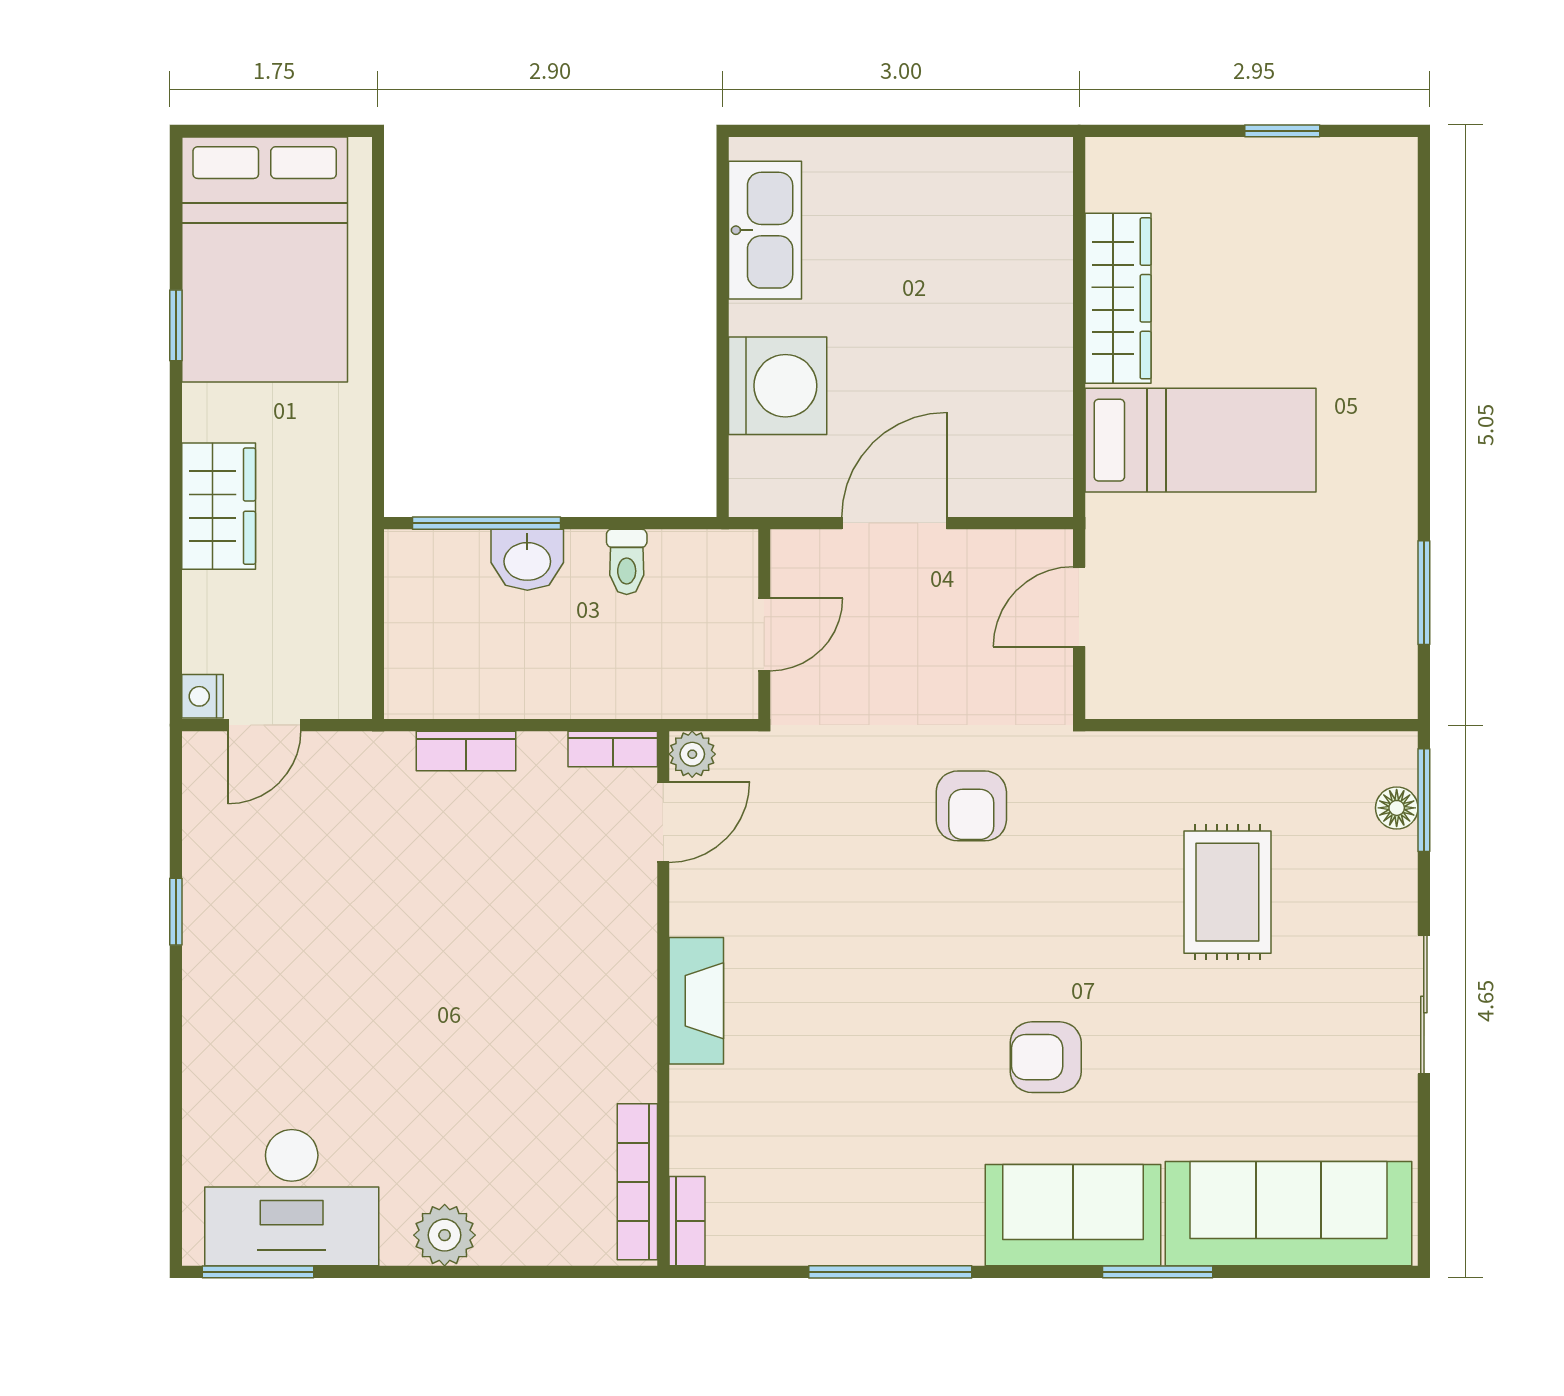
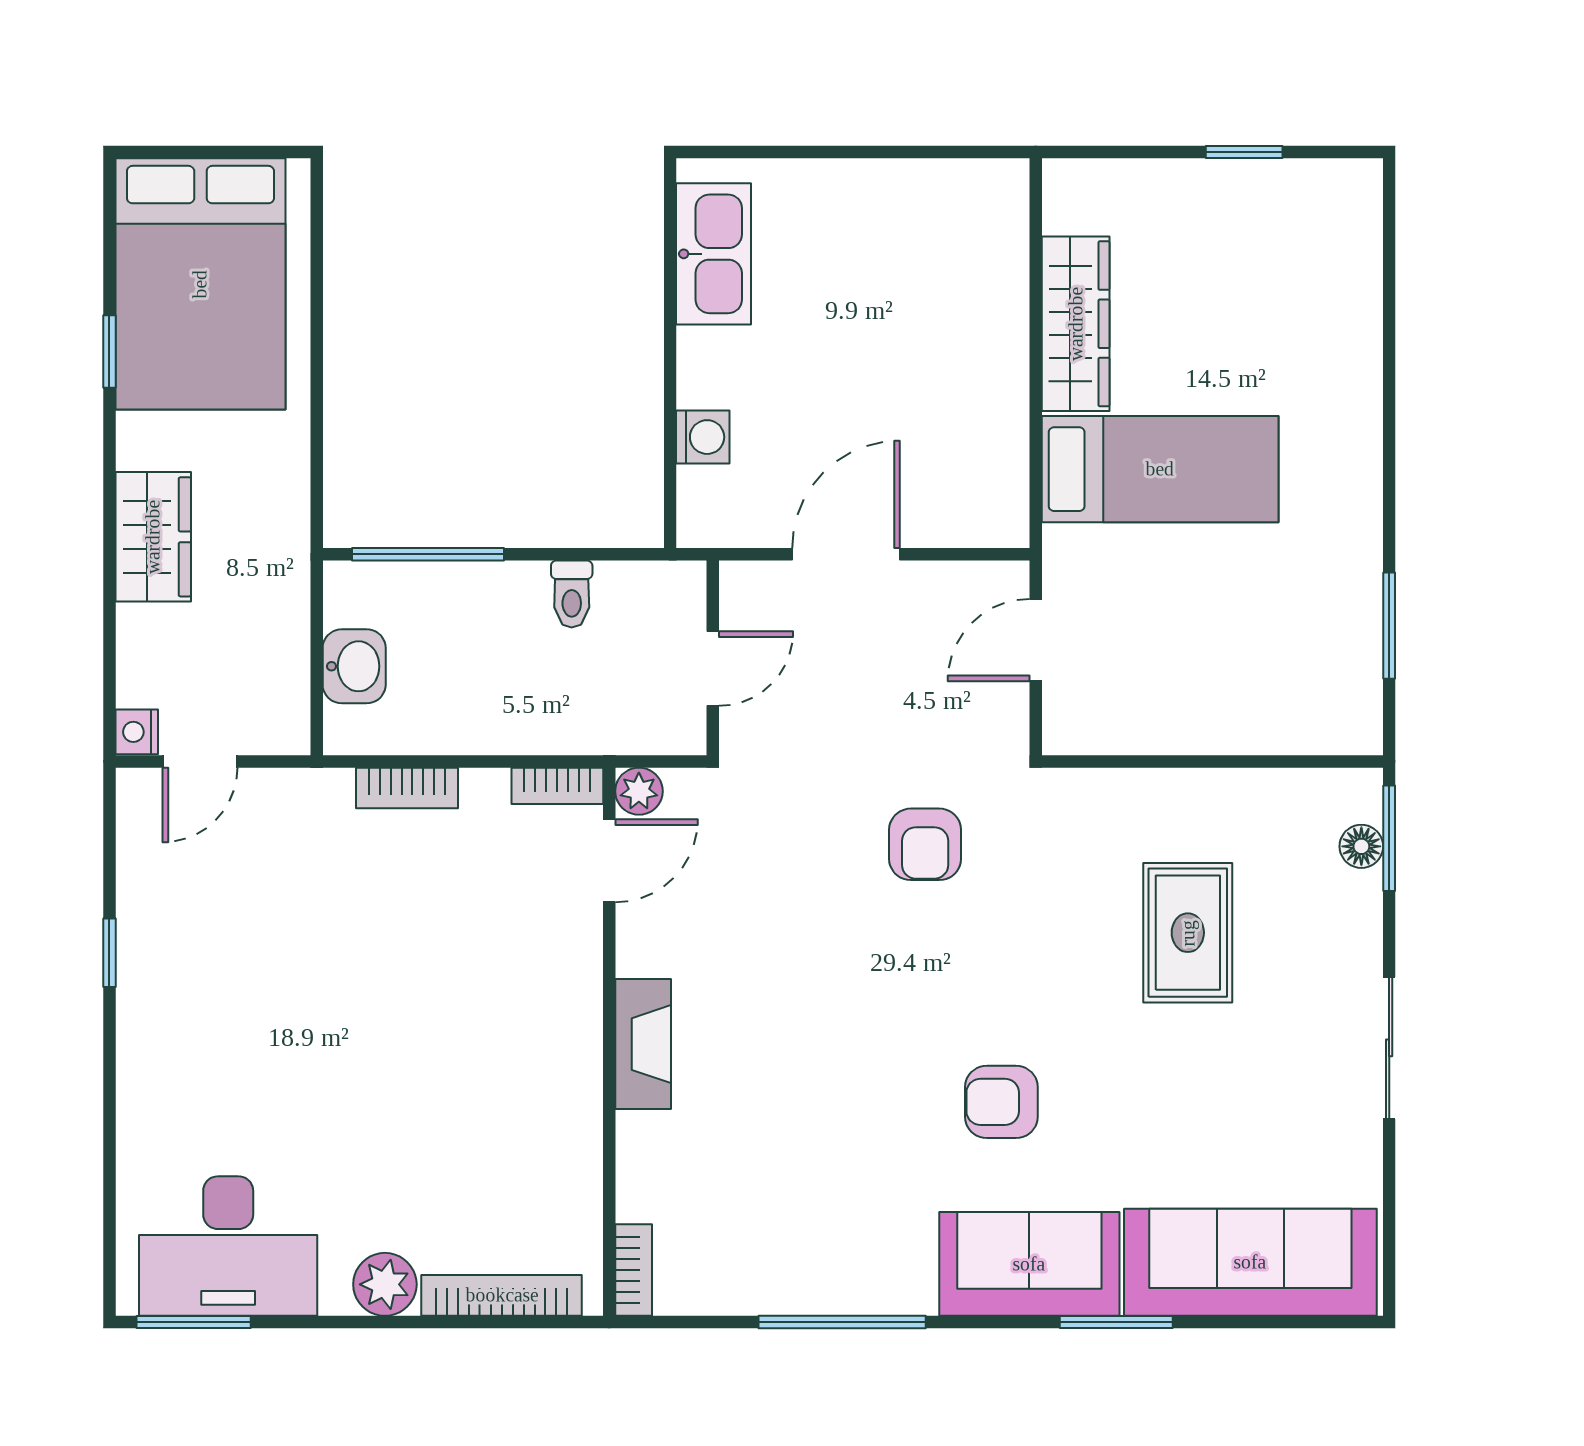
washing machine: (778, 386) -> (703, 437), width x0.53, depth x0.53
washbasin: (527, 560) -> (354, 666), moved, turned -90
bookcase: (637, 1182) -> (502, 1295), moved, turned 90

